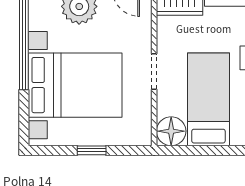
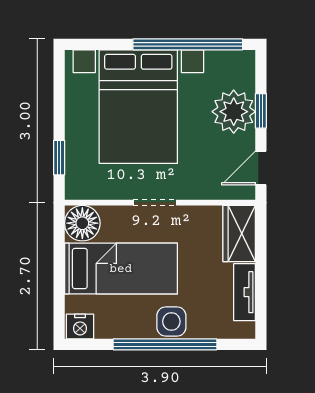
window: (92, 150) -> (59, 158), moved

